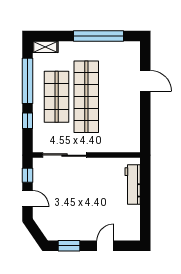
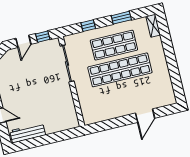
window: (99, 36) -> (173, 68), removed
window: (27, 81) -> (121, 18), width x0.47
workbench: (133, 184) -> (28, 133), moved

